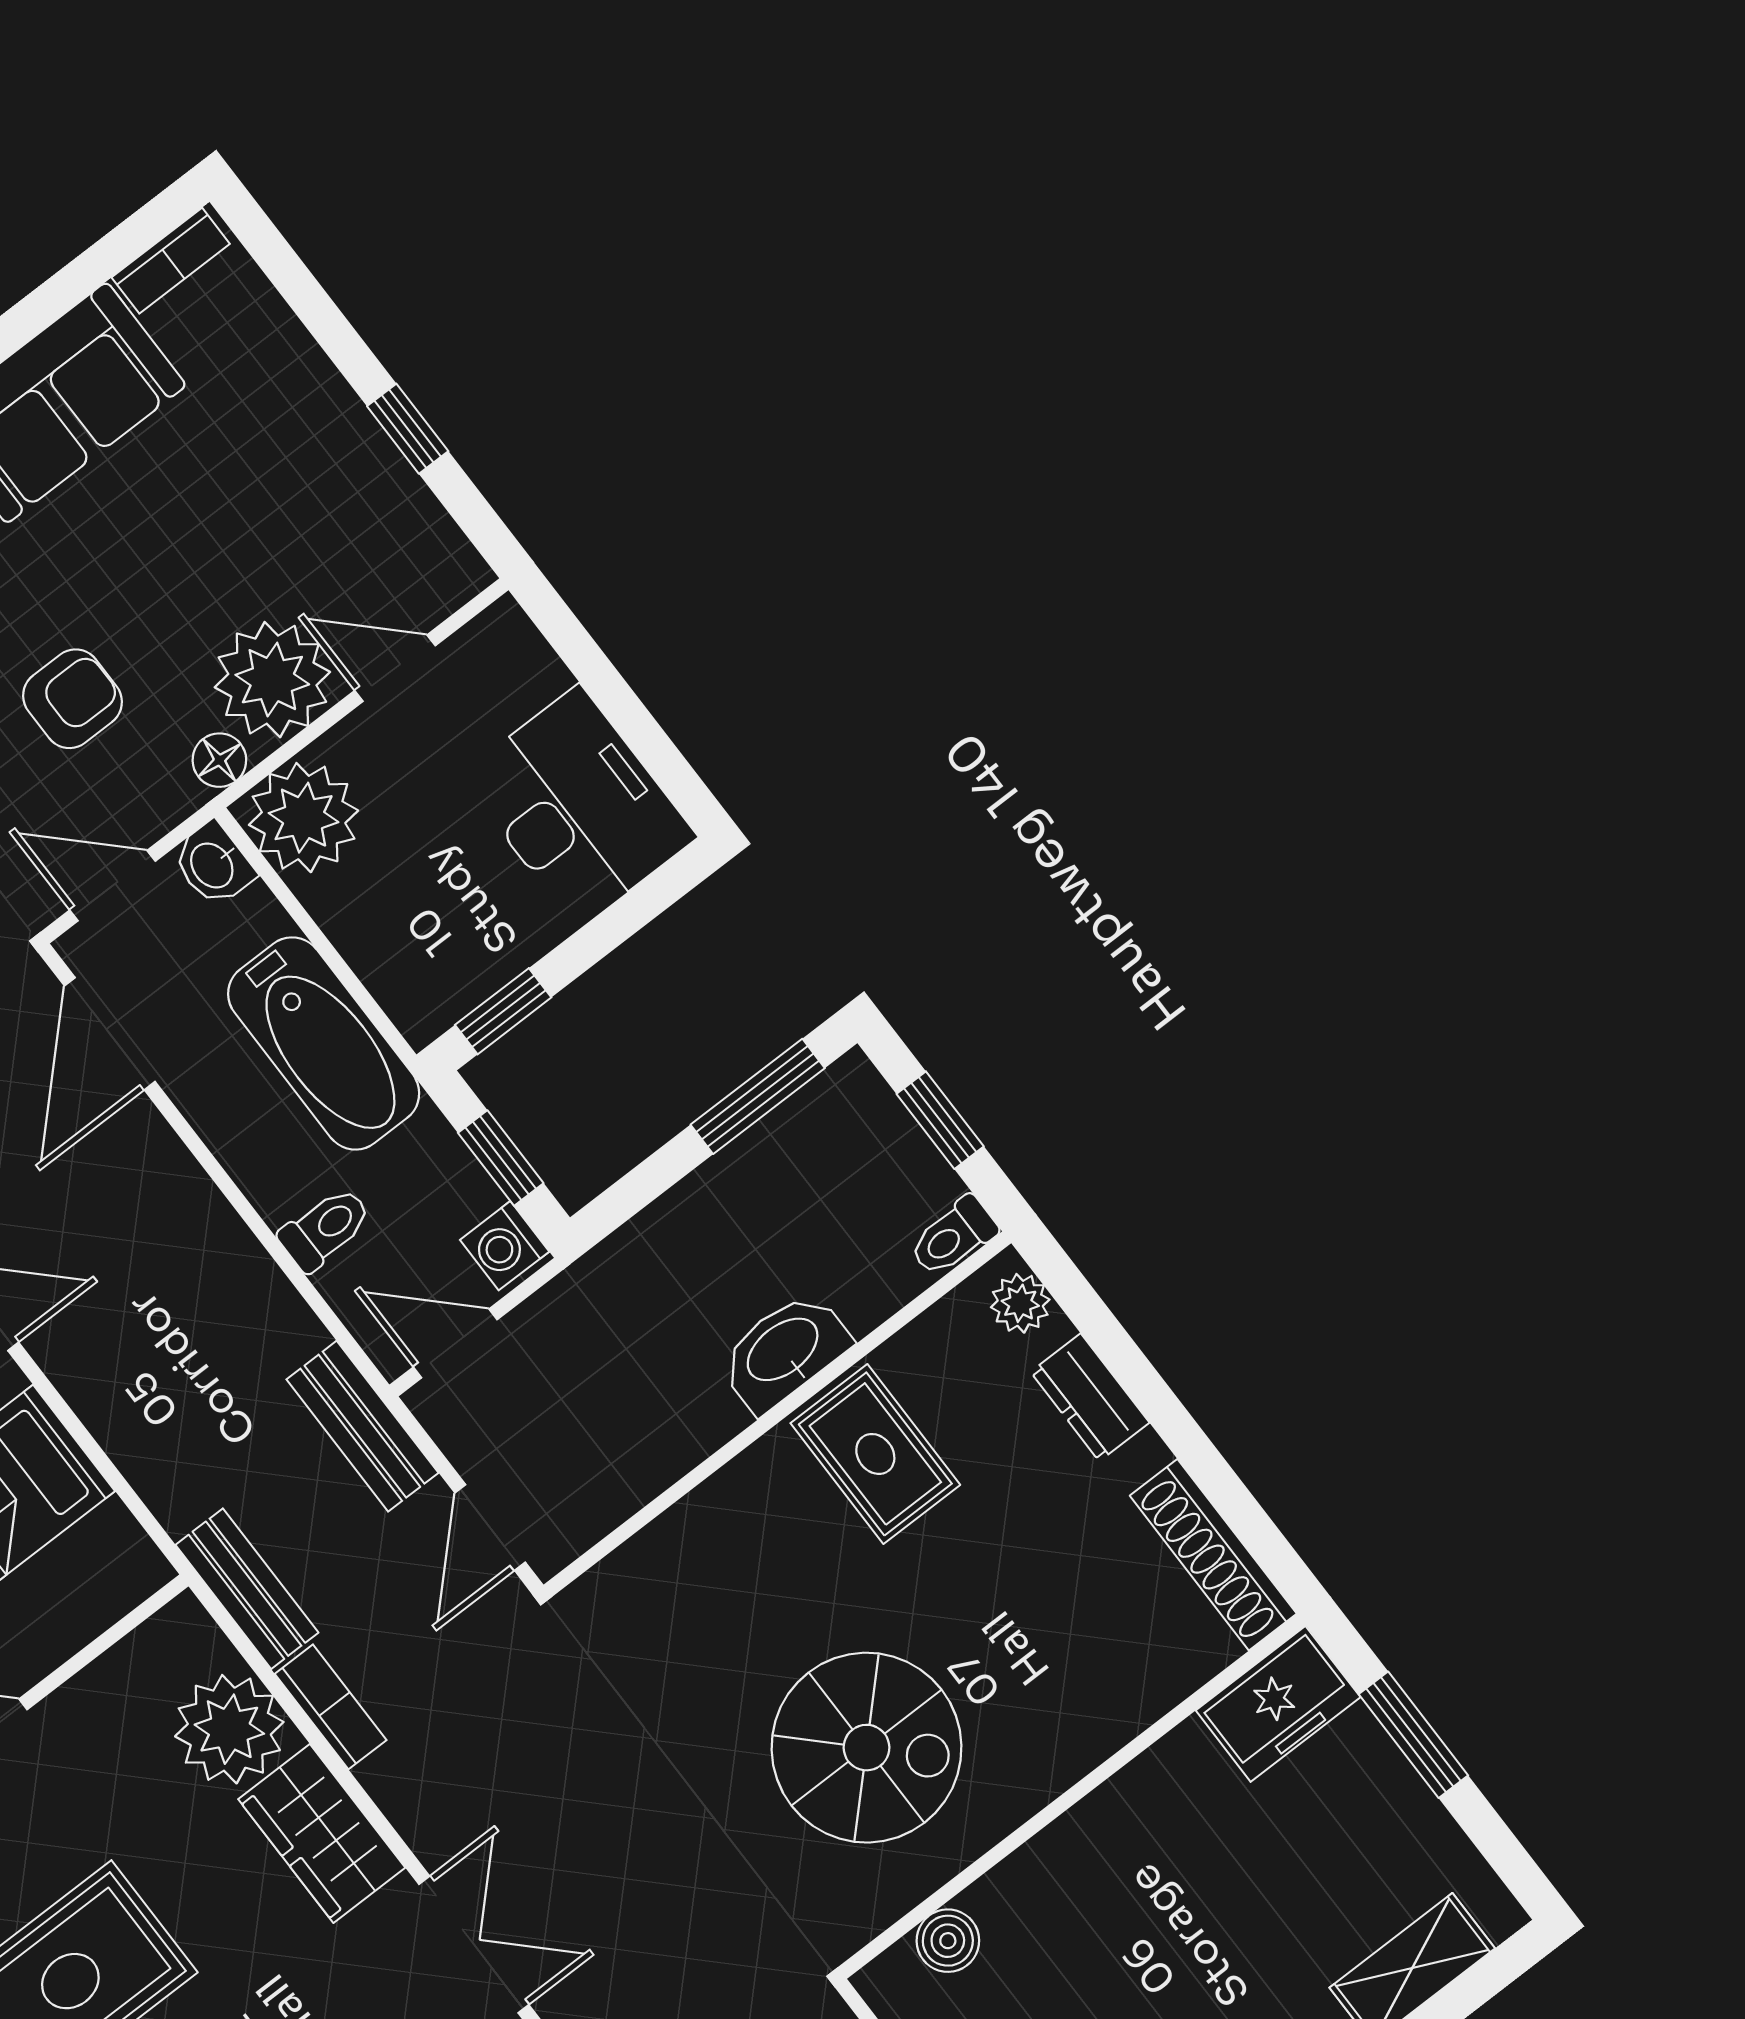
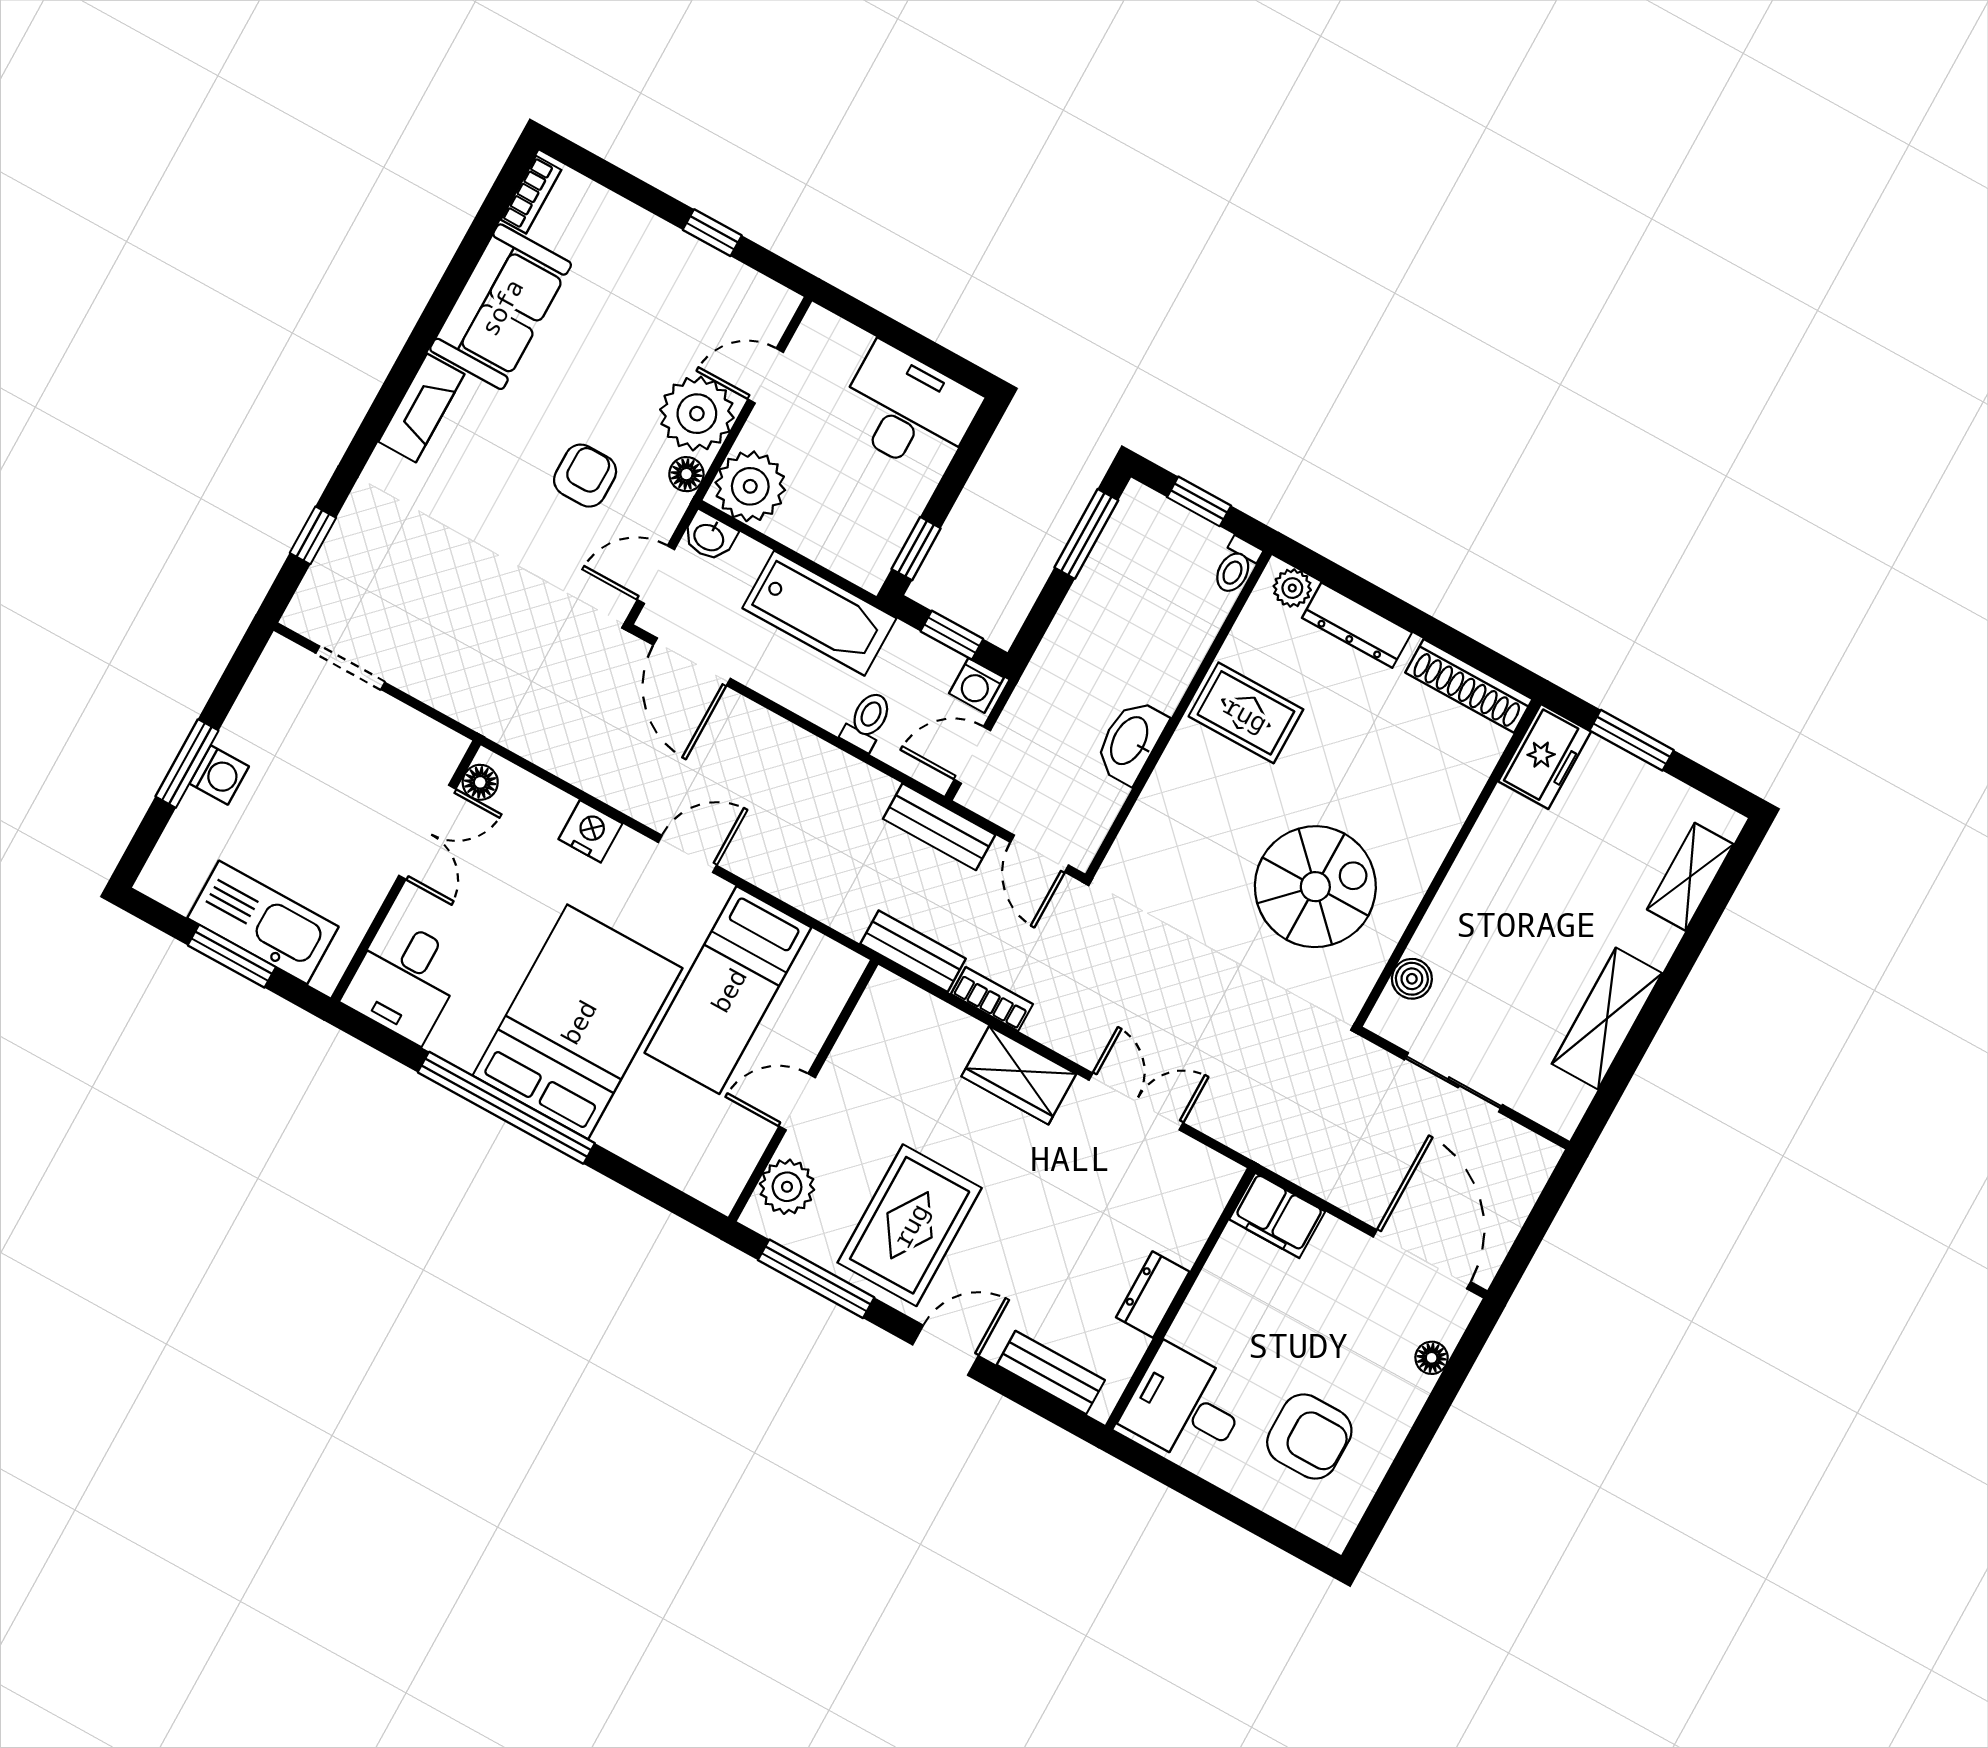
washbasin: (784, 1351) -> (1130, 741), moved
dresser: (1090, 1397) -> (1357, 625), width x1.44
plant: (229, 1729) -> (938, 1038), removed

